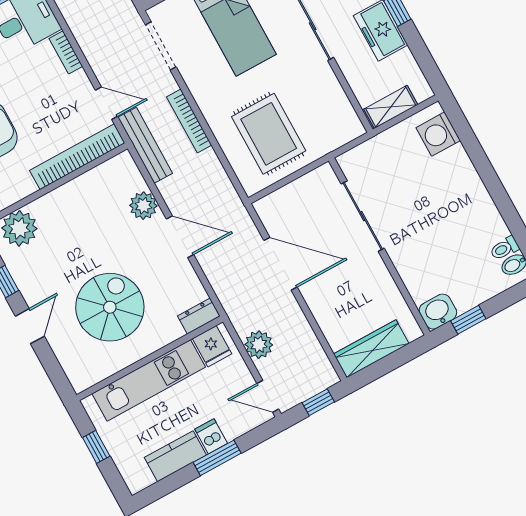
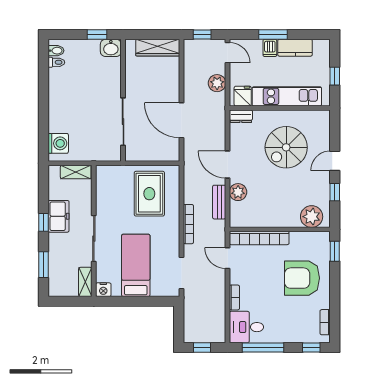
bench: (145, 145) -> (219, 202), moved, width x0.73

